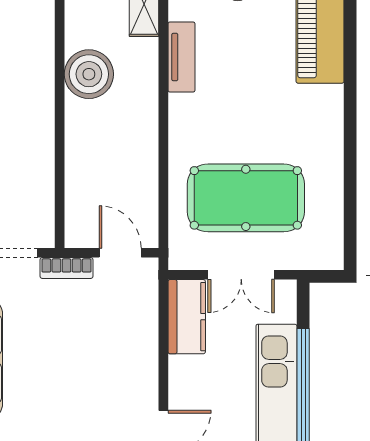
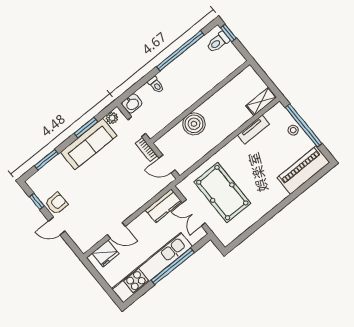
boiler: (89, 74) -> (194, 124), moved
door: (120, 253) -> (167, 164), swing flipped

